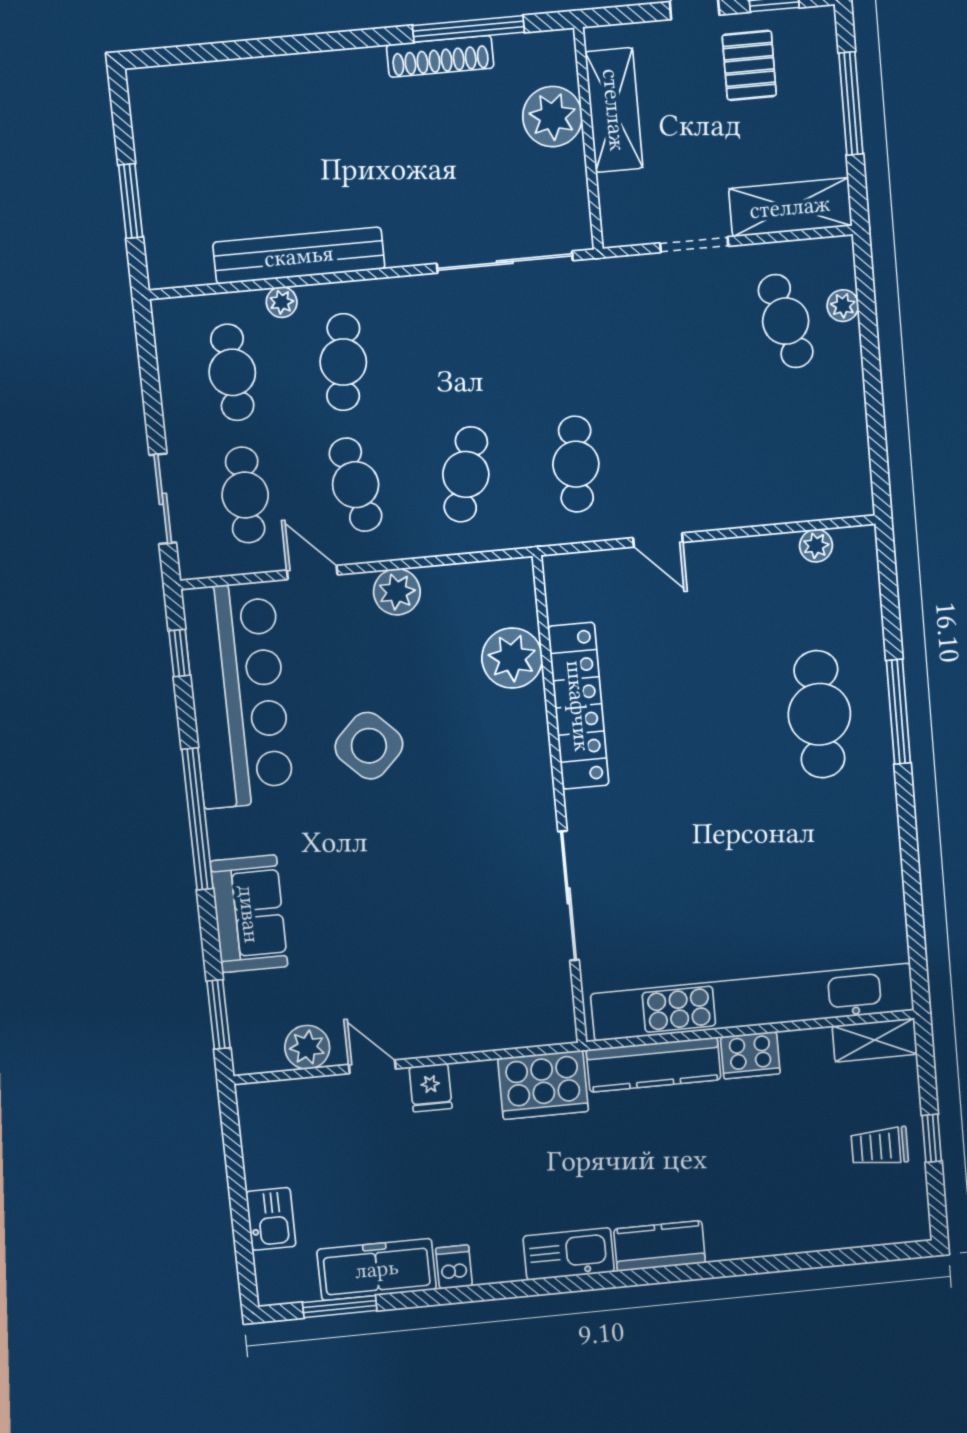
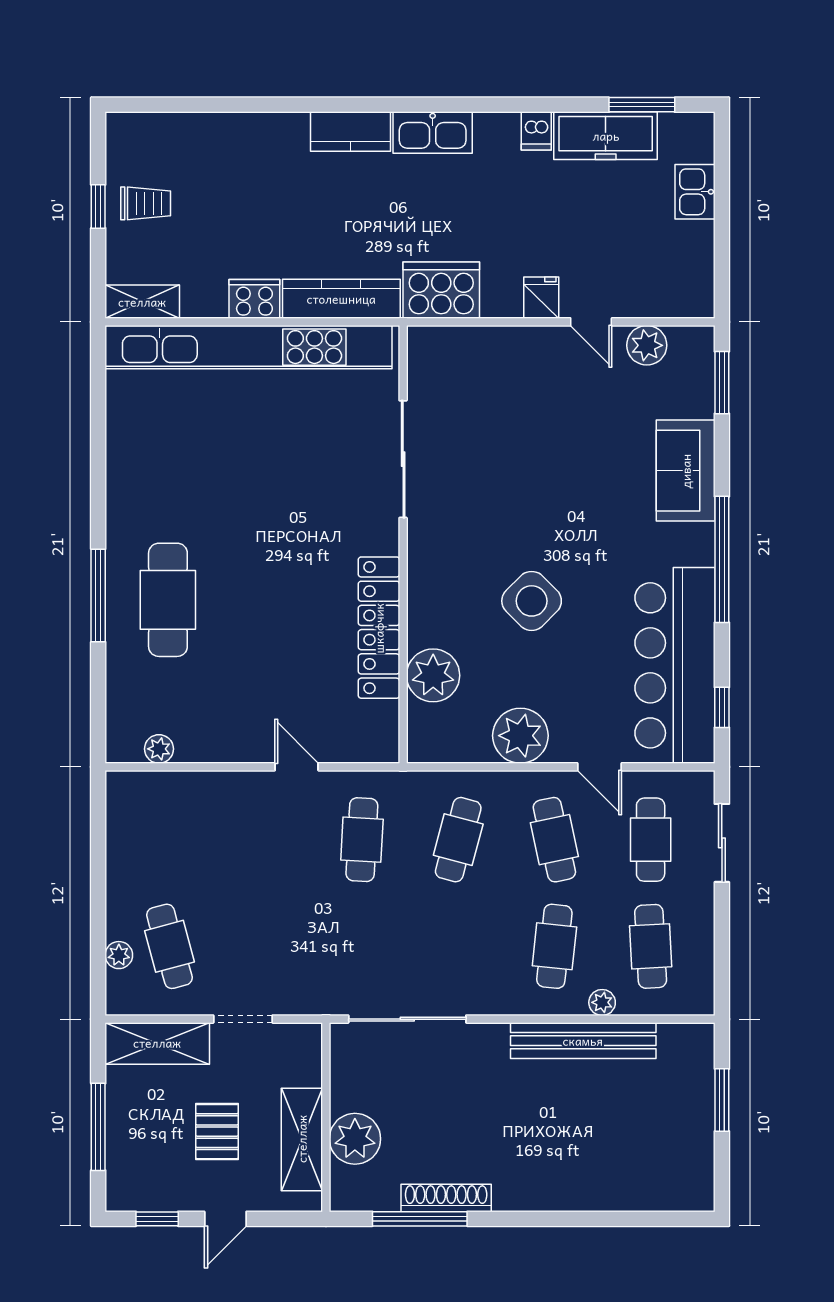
pallet: (749, 65) -> (217, 1132), moved
plant: (397, 592) -> (520, 736), width x1.36, depth x1.36
side table: (369, 746) -> (532, 601), moved

